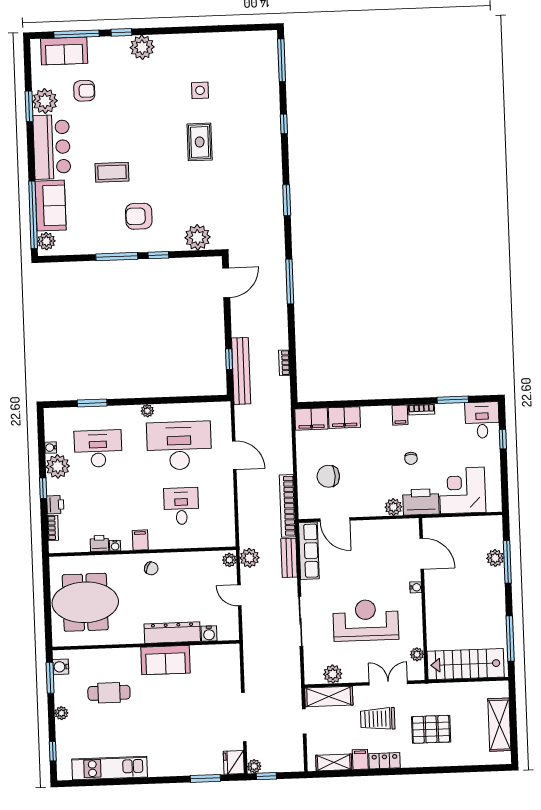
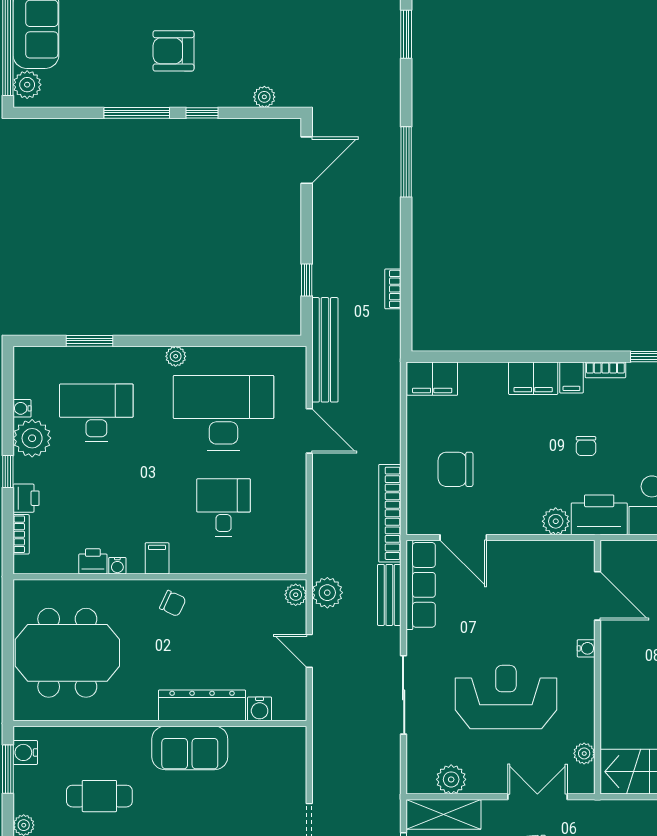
plant: (197, 237) -> (264, 97), width x0.53, depth x0.53
bench: (241, 371) -> (325, 350), moved
filing cabinet: (344, 418) -> (533, 378), moved

